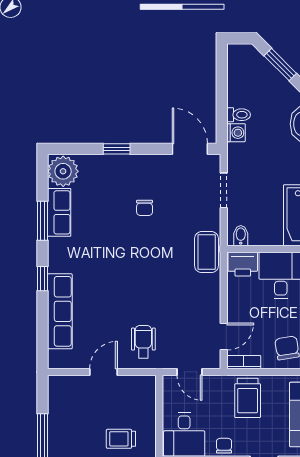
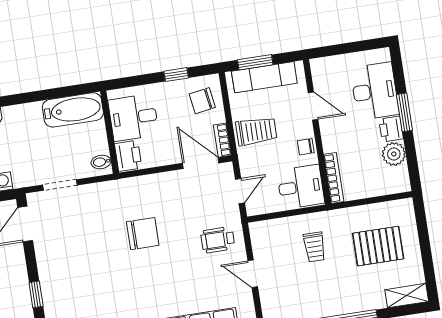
chair: (145, 208) -> (143, 234), moved, width x1.87, depth x1.87
coffee table: (207, 252) -> (122, 192), removed
door: (224, 337) -> (201, 163), width x1.38

